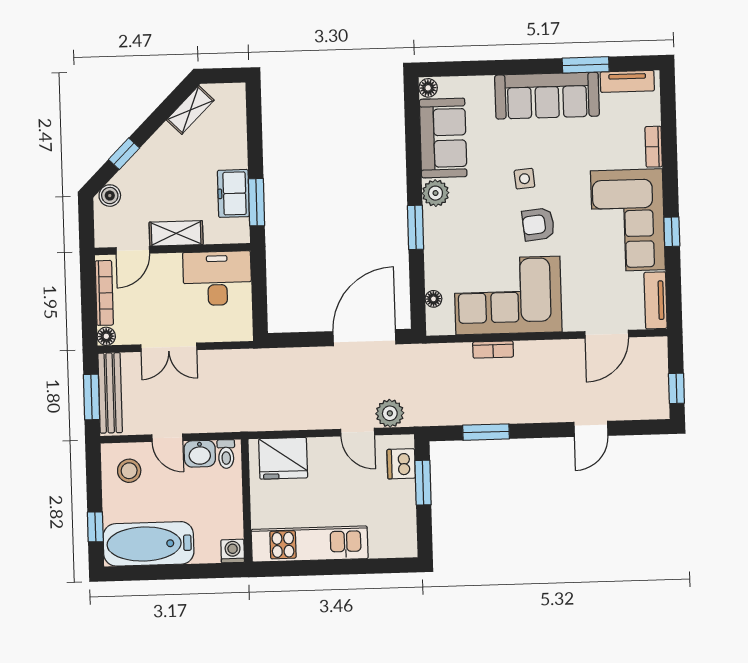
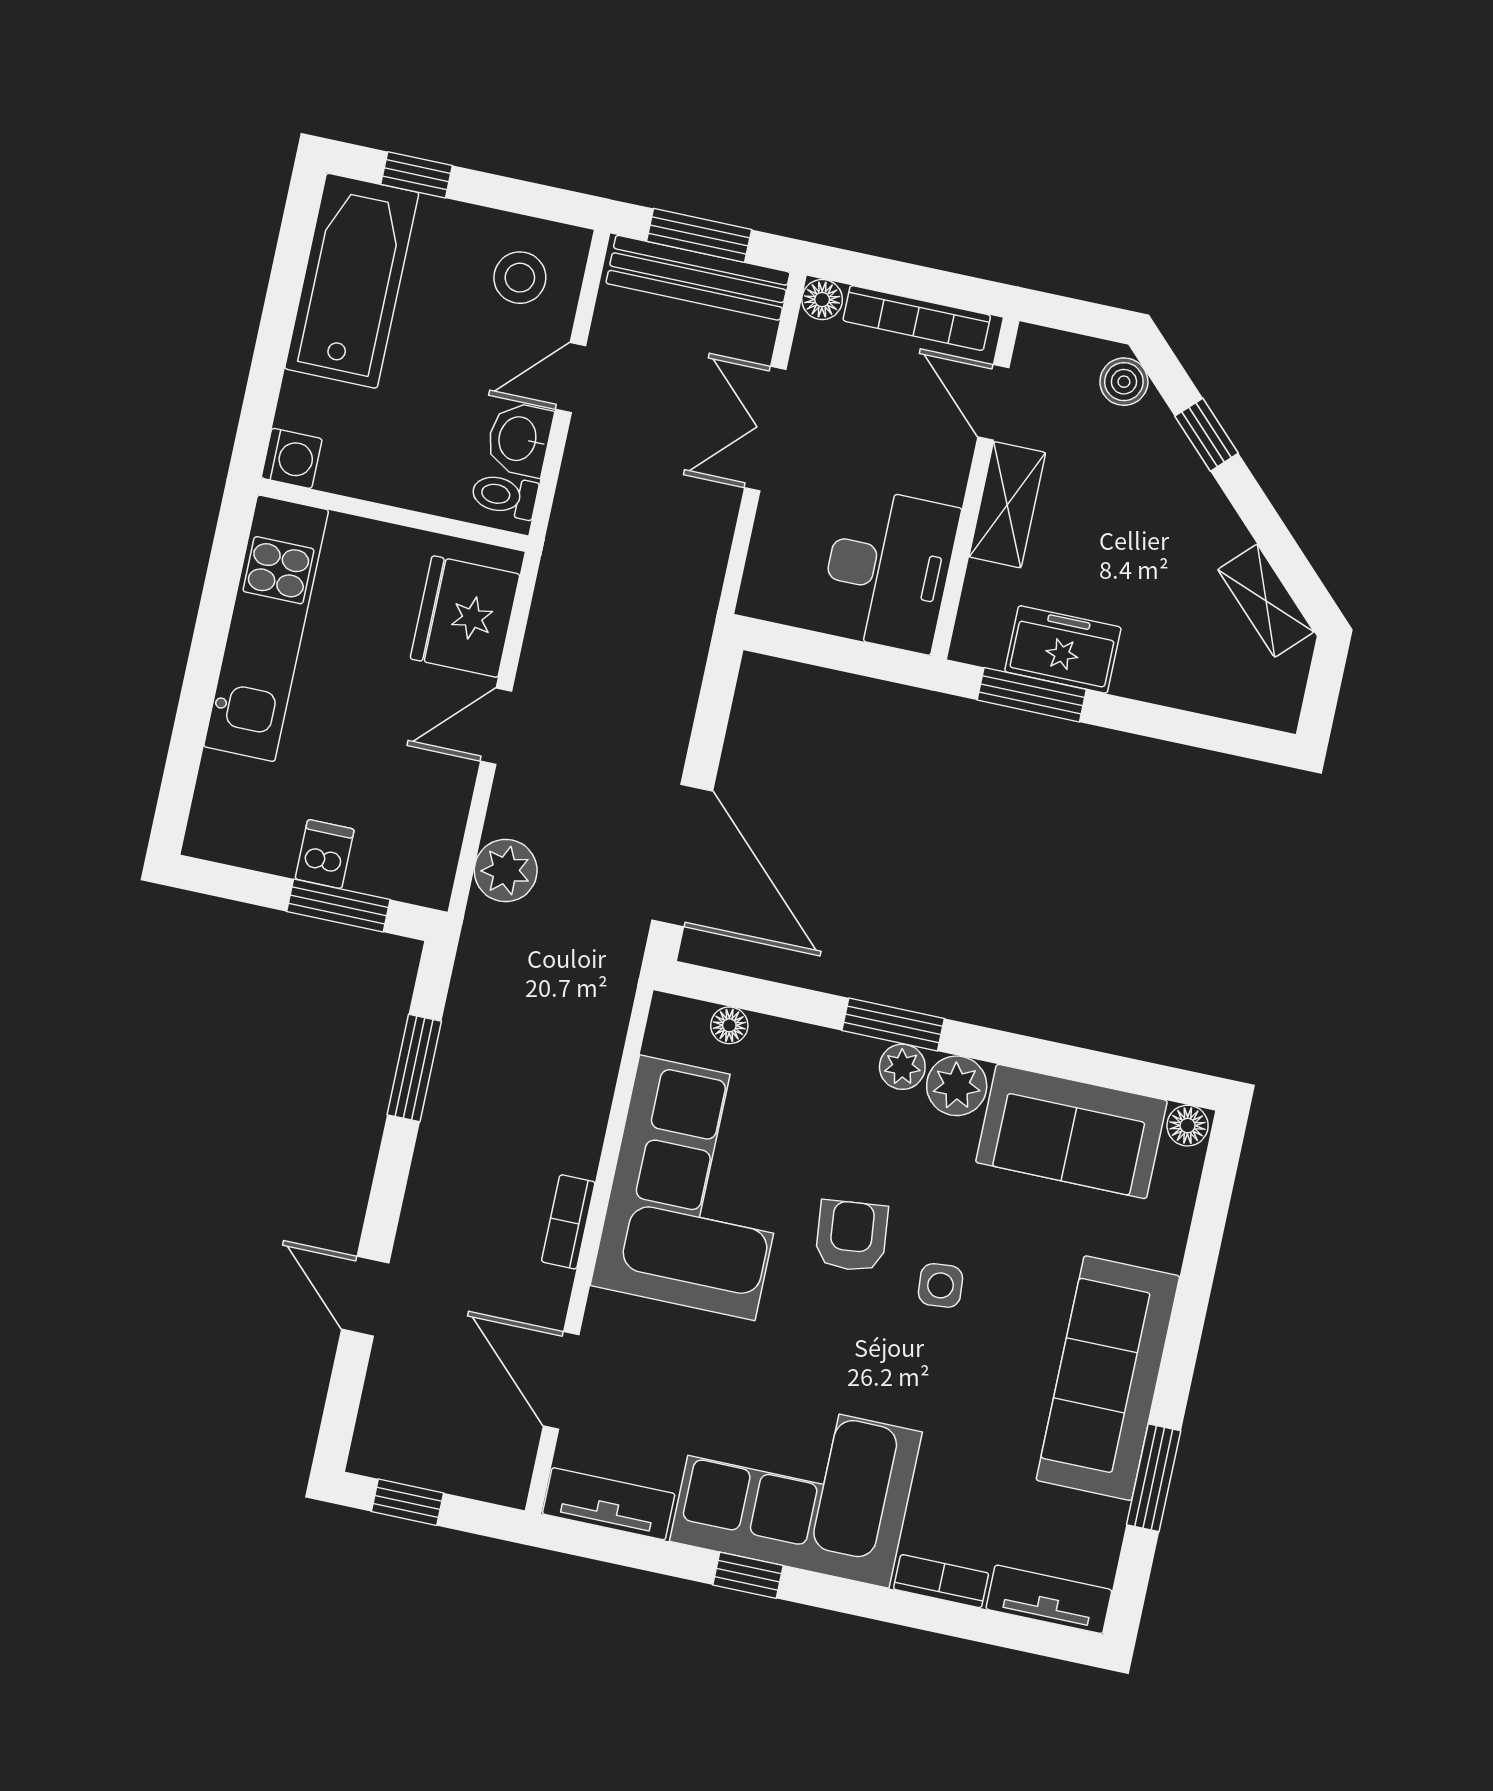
tv unit: (627, 81) -> (1049, 1599), moved, turned 90
plant: (433, 219) -> (902, 1067), added
armchair: (538, 224) -> (852, 1236), moved
bookcase: (493, 349) -> (568, 1222), moved
door: (358, 432) -> (496, 726), moved
dishwasher: (401, 464) -> (325, 854), moved, width x0.73

